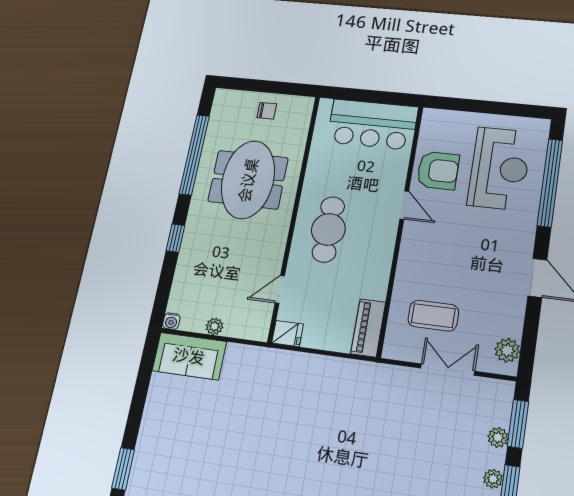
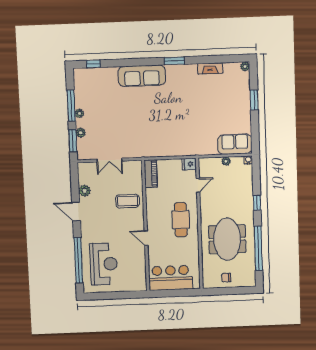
reception desk: (499, 168) -> (104, 264), turned 180
armchair: (438, 170) -> (133, 258), removed
coffee table: (433, 316) -> (128, 201), moved
plant: (507, 350) -> (85, 191), moved
window: (123, 469) -> (254, 100), moved

